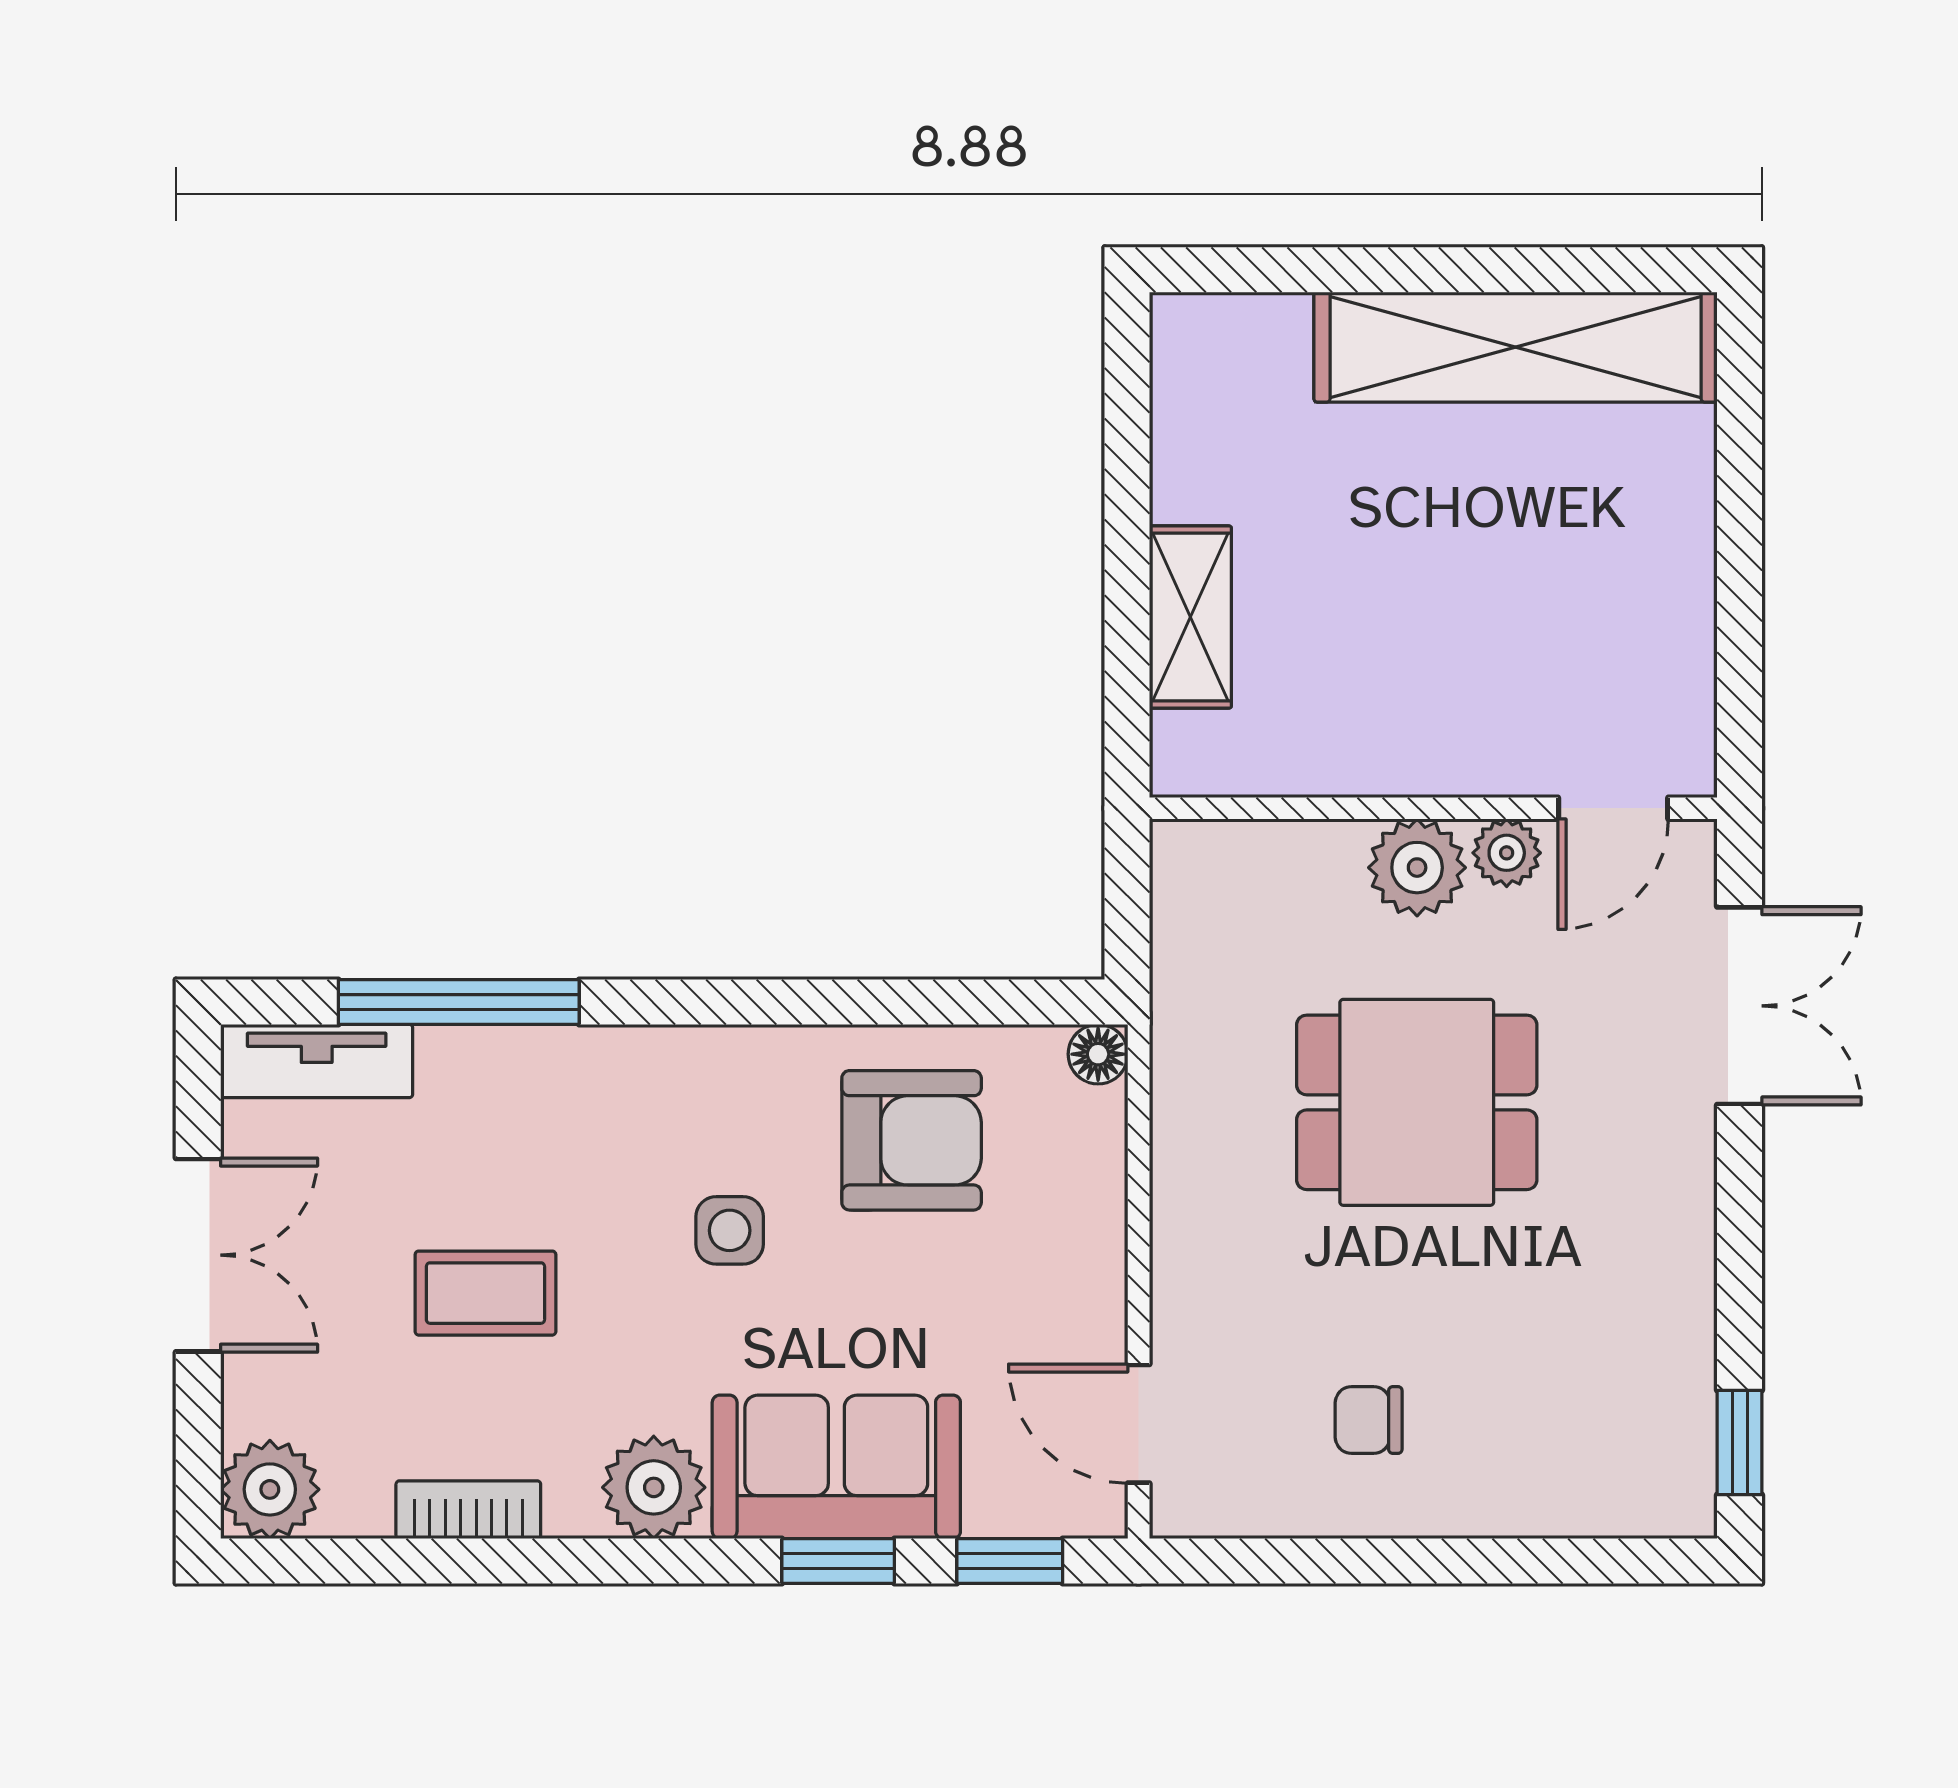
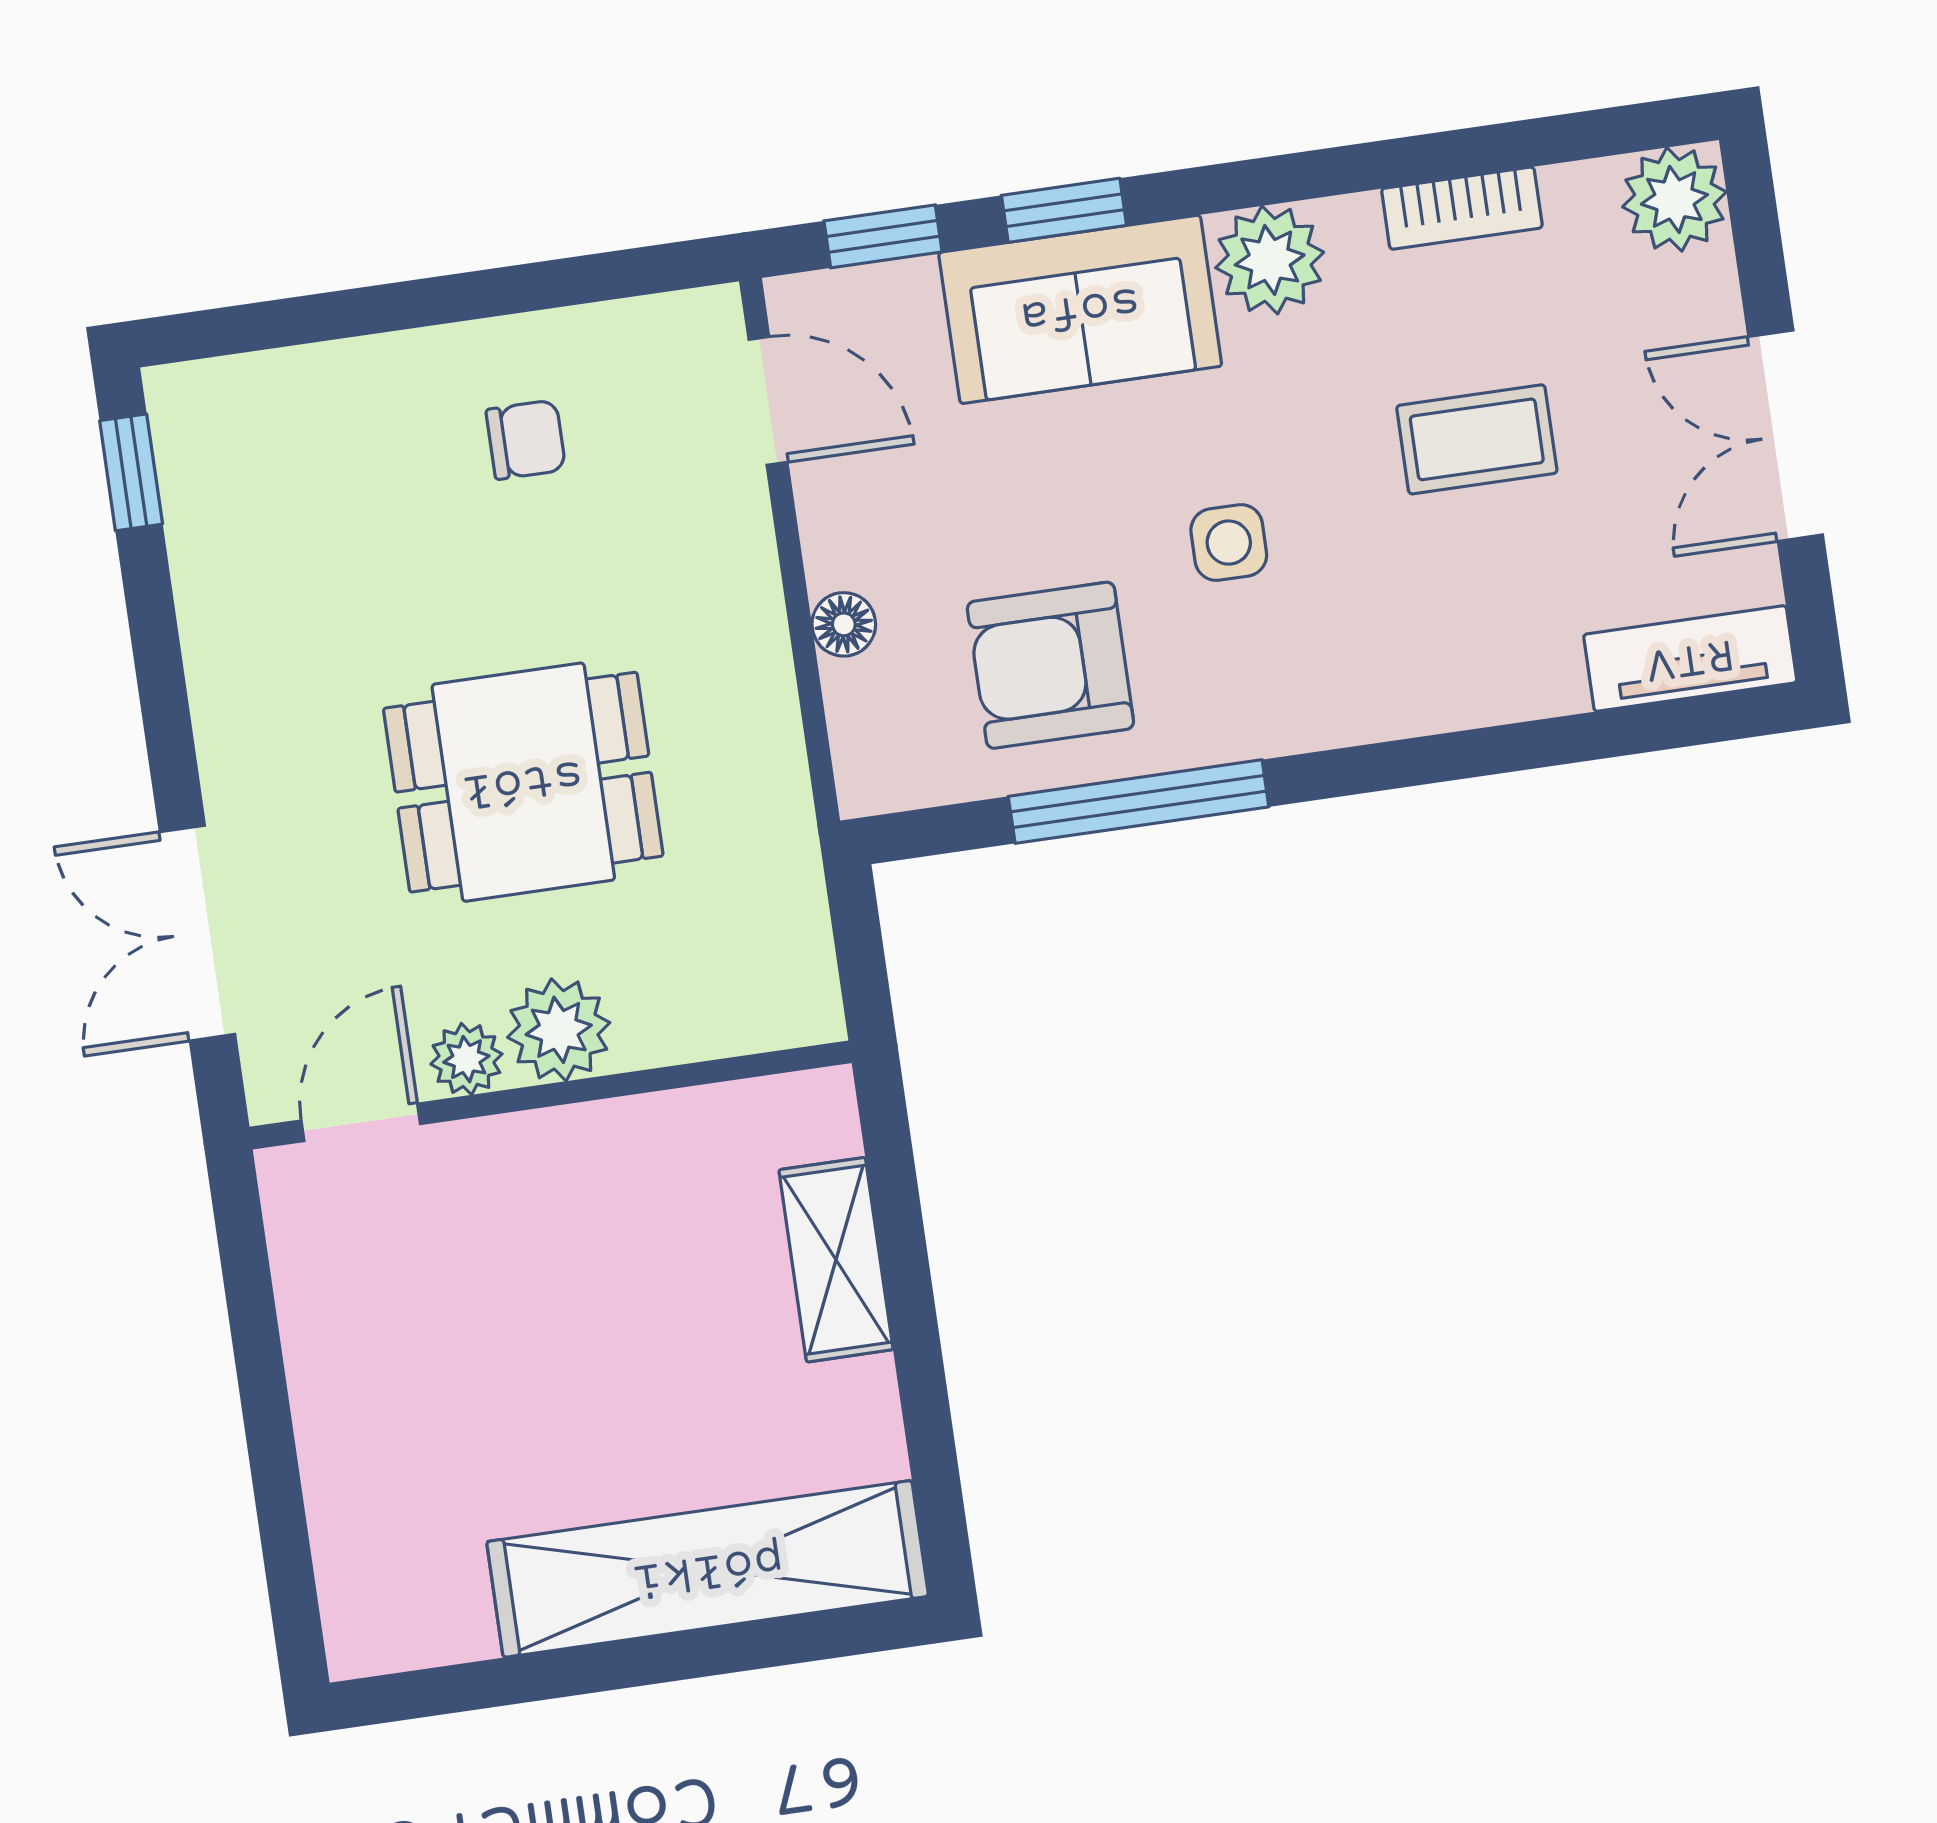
shelving: (1516, 347) -> (708, 1569), moved
window: (459, 1002) -> (1139, 802), moved
floor lamp: (1098, 1054) -> (844, 624), moved

